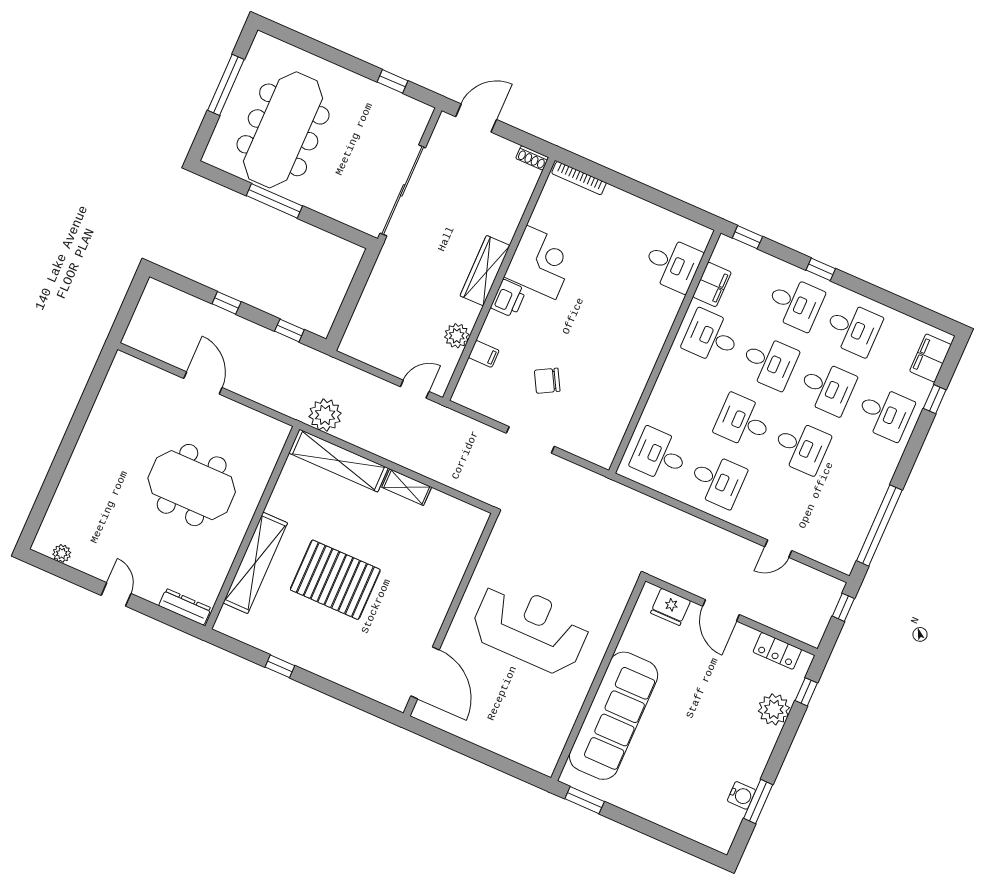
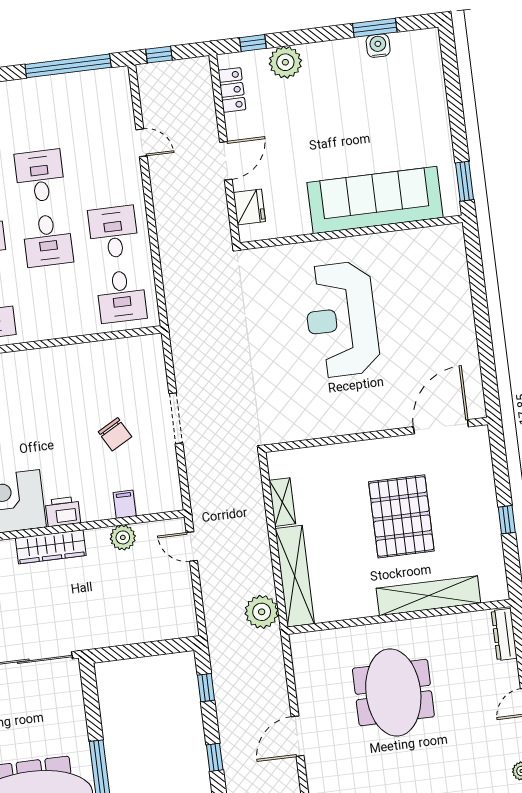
wall: (451, 615) -> (376, 435), moved
door: (425, 673) -> (441, 427), moved

